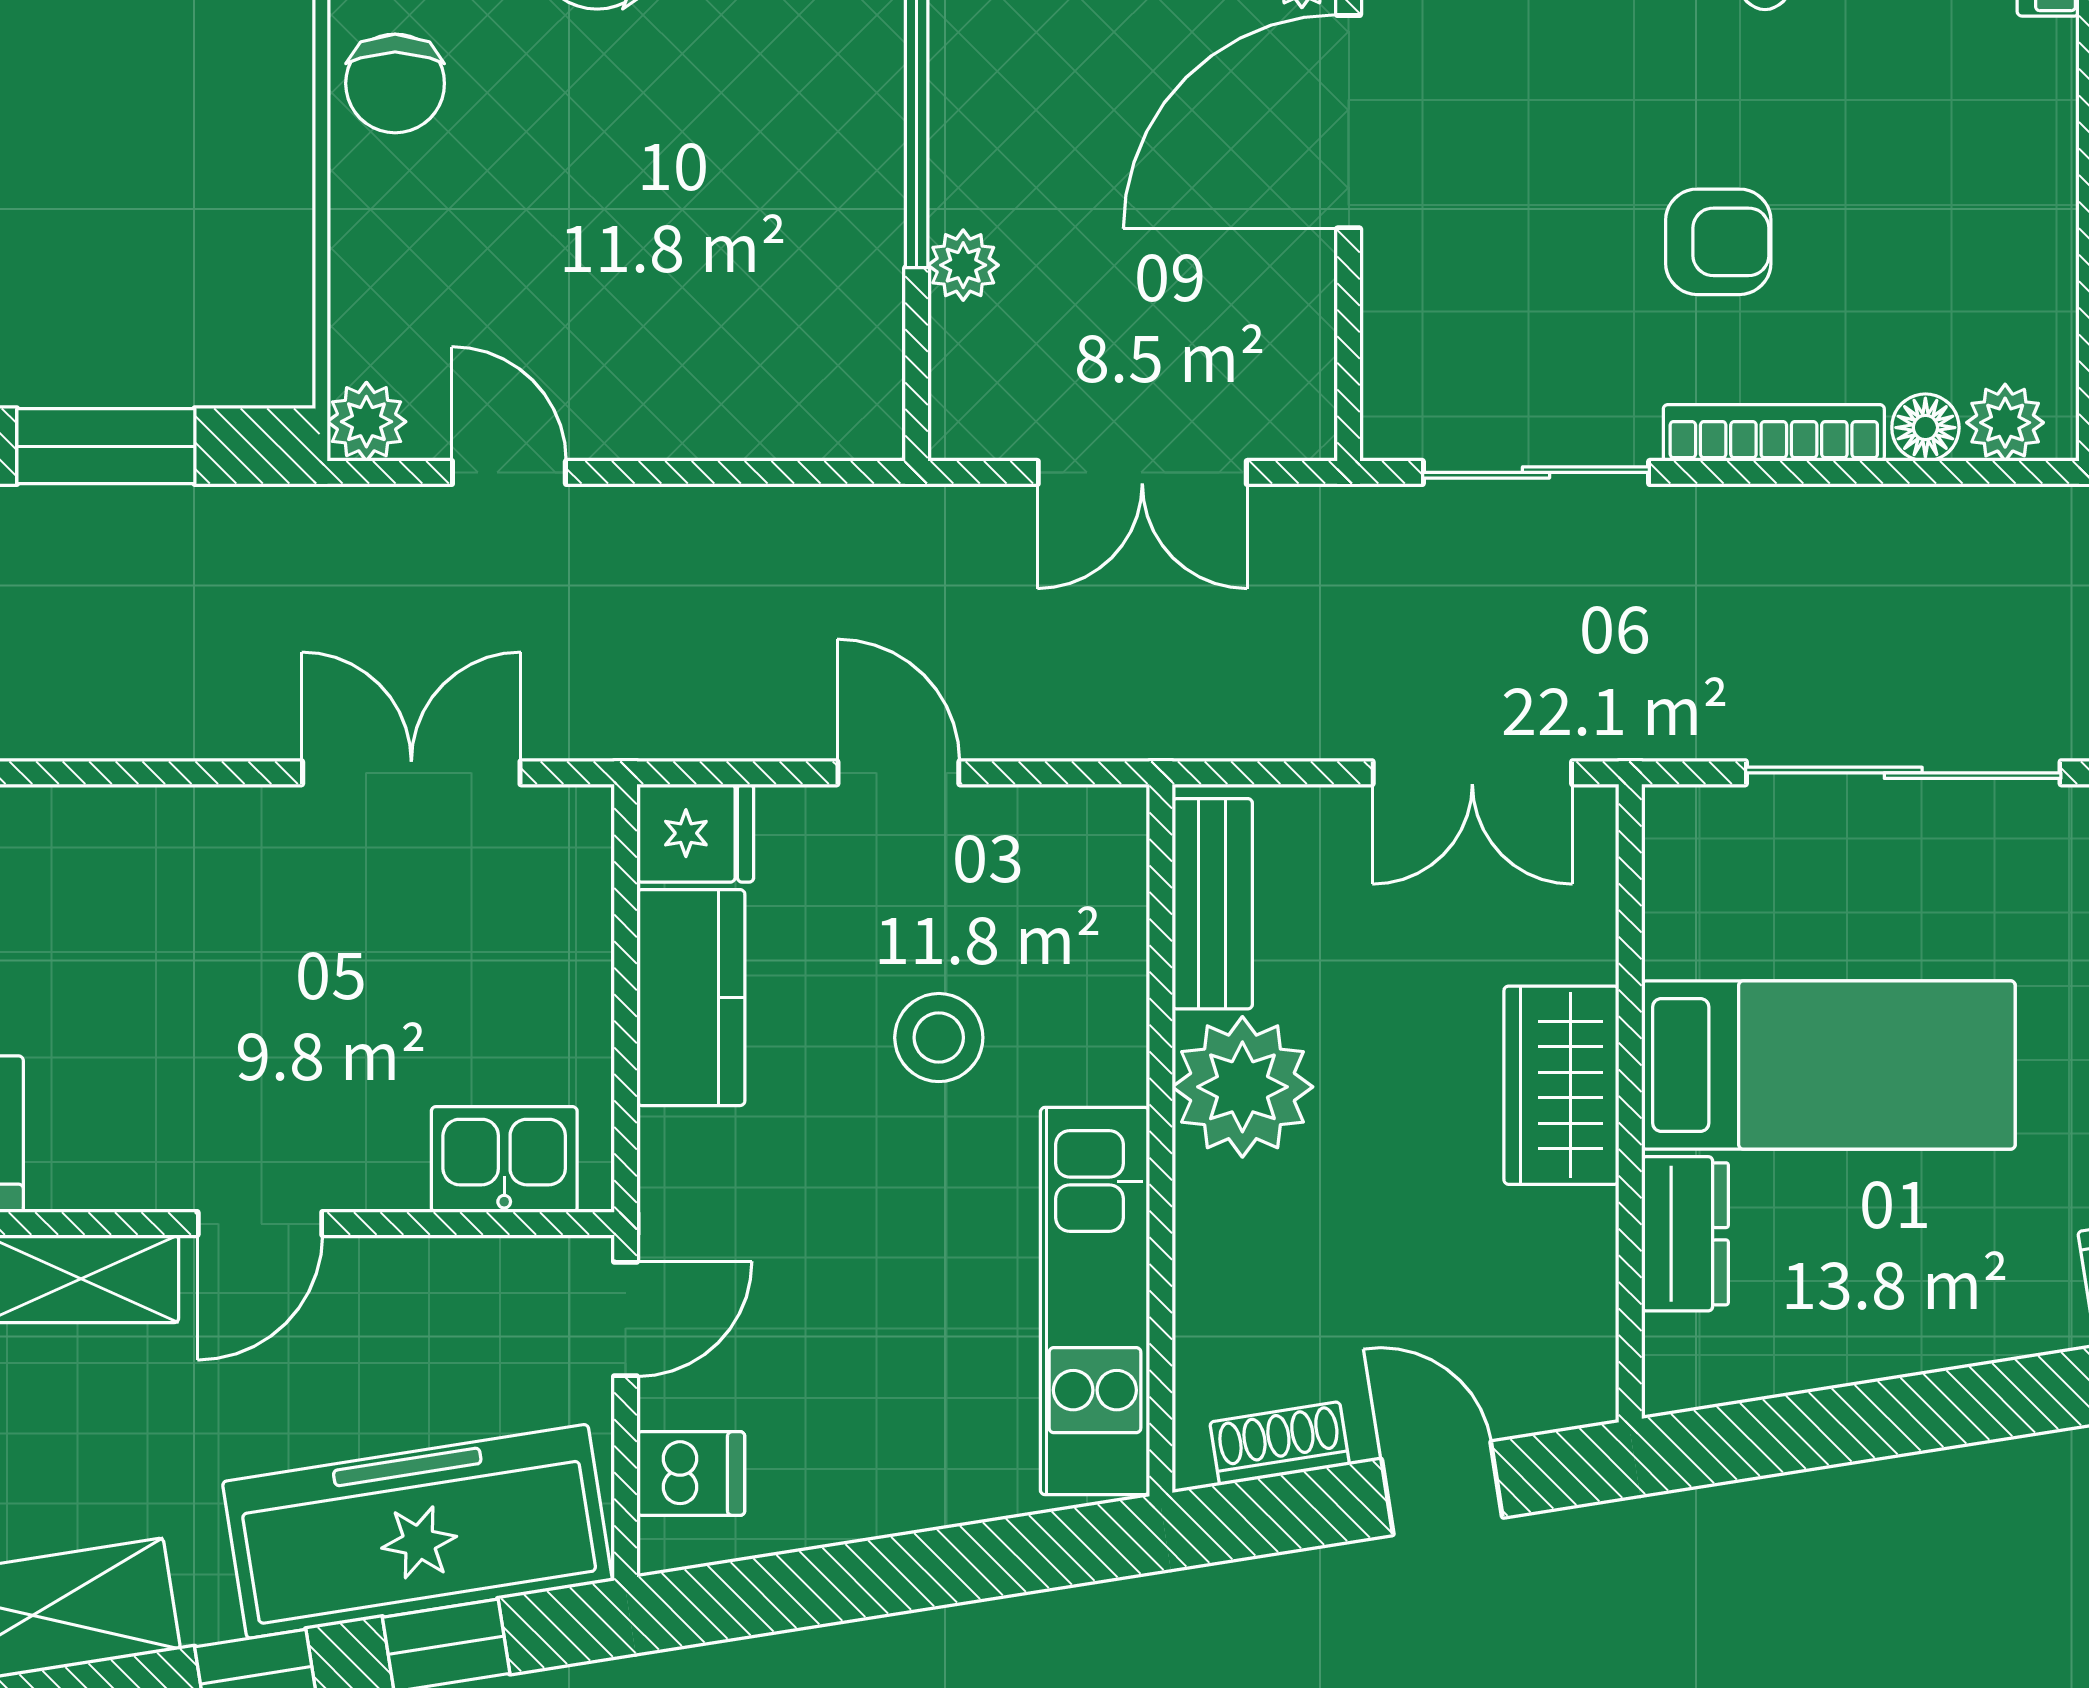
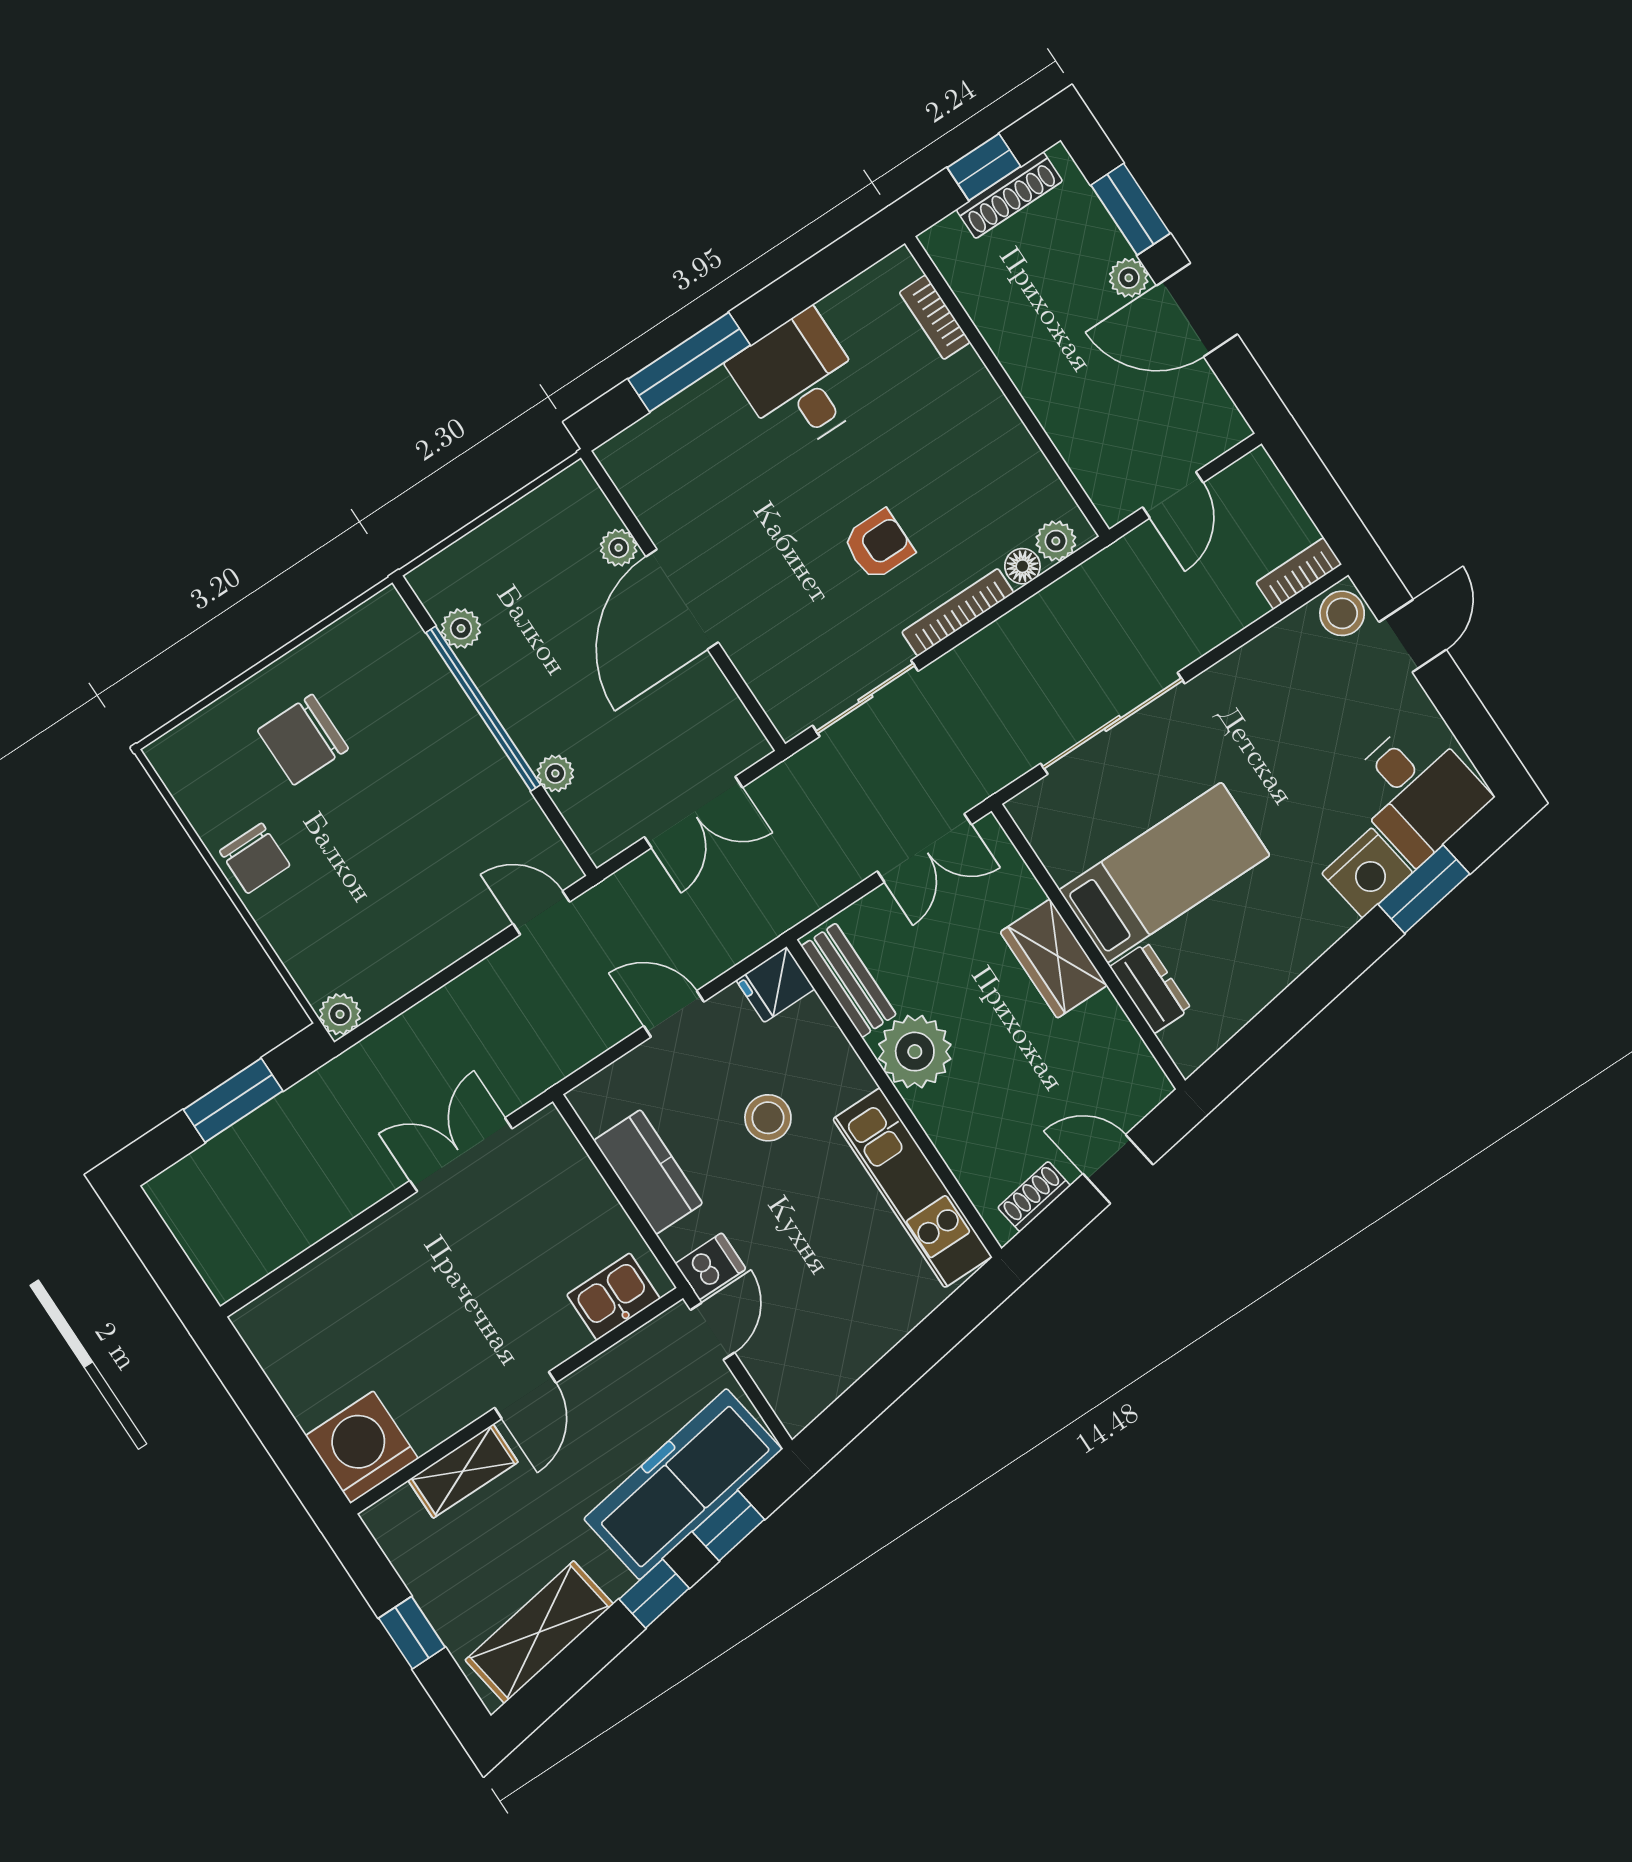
door: (509, 472) -> (541, 913), moved
fridge: (695, 833) -> (775, 985), moved, turned 180
dishwasher: (691, 1474) -> (710, 1266), moved

